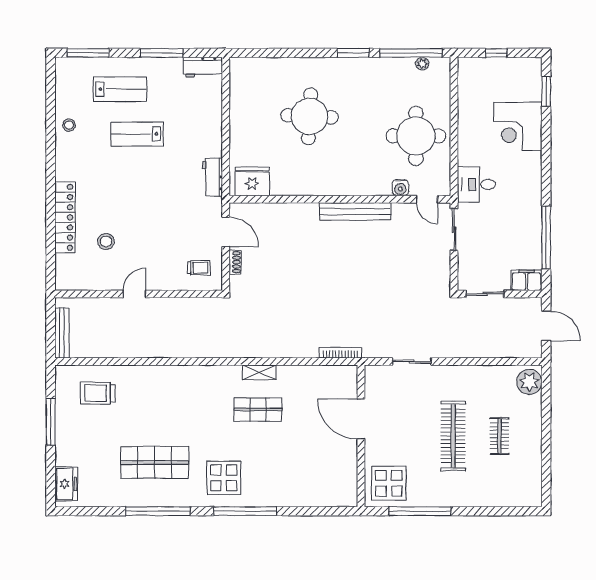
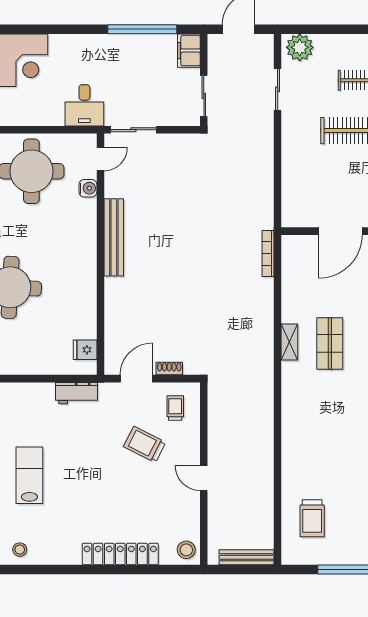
lab bench: (137, 134) -> (29, 475), turned 180
fridge: (252, 181) -> (85, 350), width x0.53, depth x0.75
trolley: (165, 240) -> (145, 444), added
stool: (106, 241) -> (186, 550), moved
sliding door: (412, 362) -> (278, 89), moved

